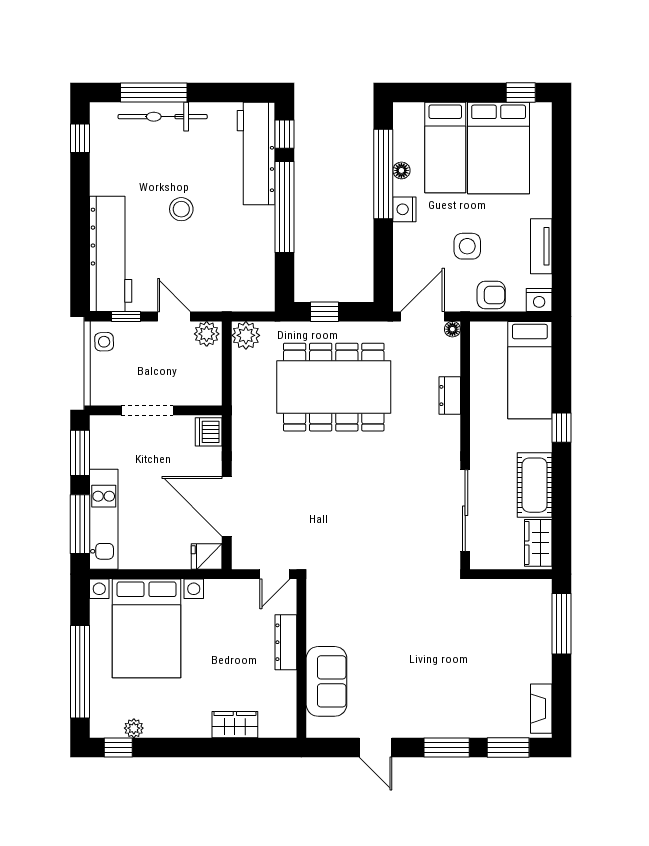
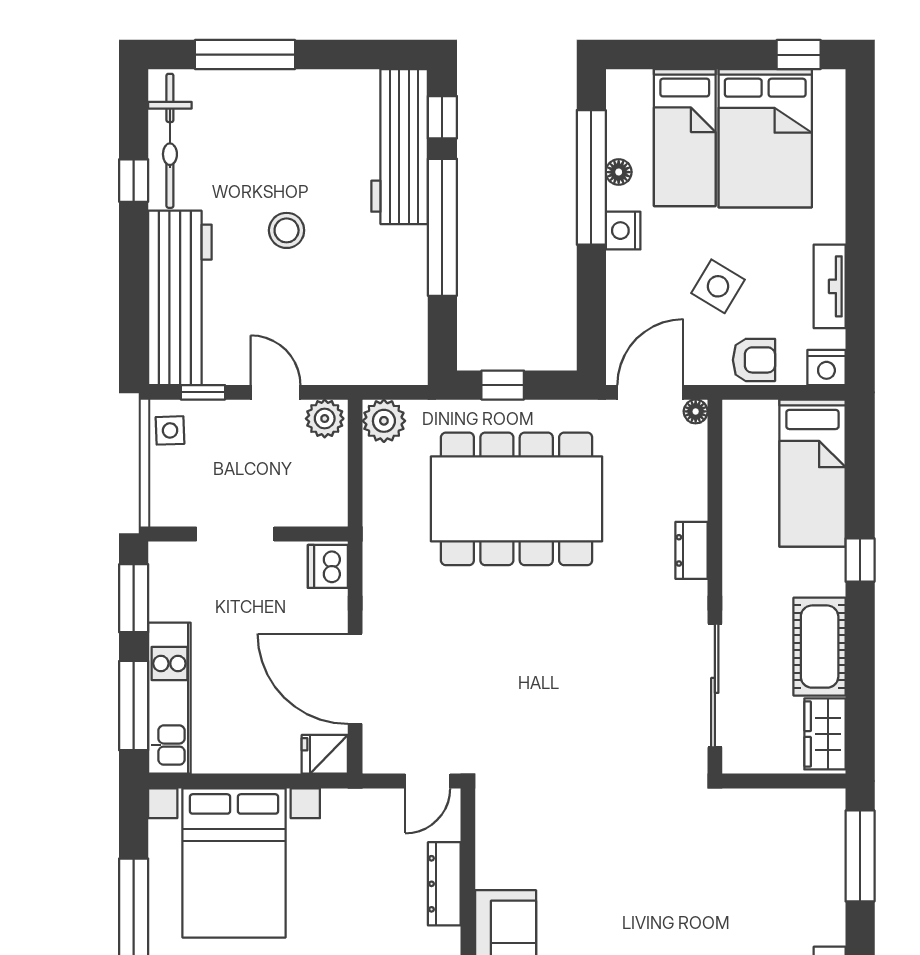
bicycle: (163, 117) -> (170, 141), moved, turned -90
window: (80, 138) -> (134, 181), moved
side table: (467, 246) -> (718, 286), turned 31
dresser: (450, 396) -> (691, 550), moved

